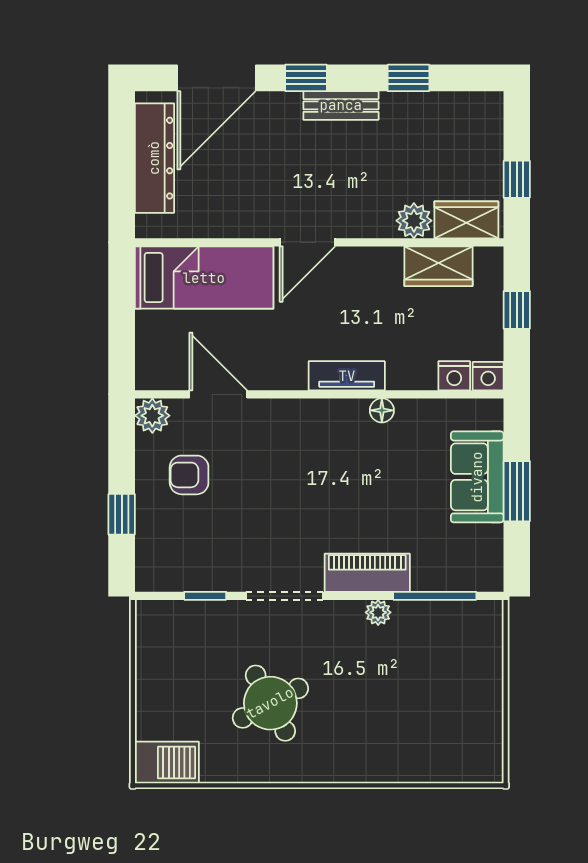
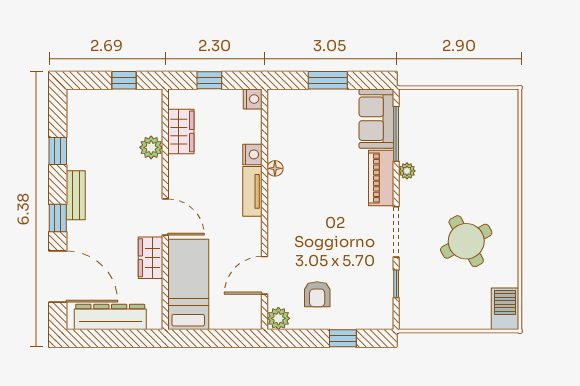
wardrobe: (466, 220) -> (151, 258), moved
nightstand: (454, 376) -> (252, 154), moved
sofa: (477, 477) -> (376, 119), moved, turned 90

